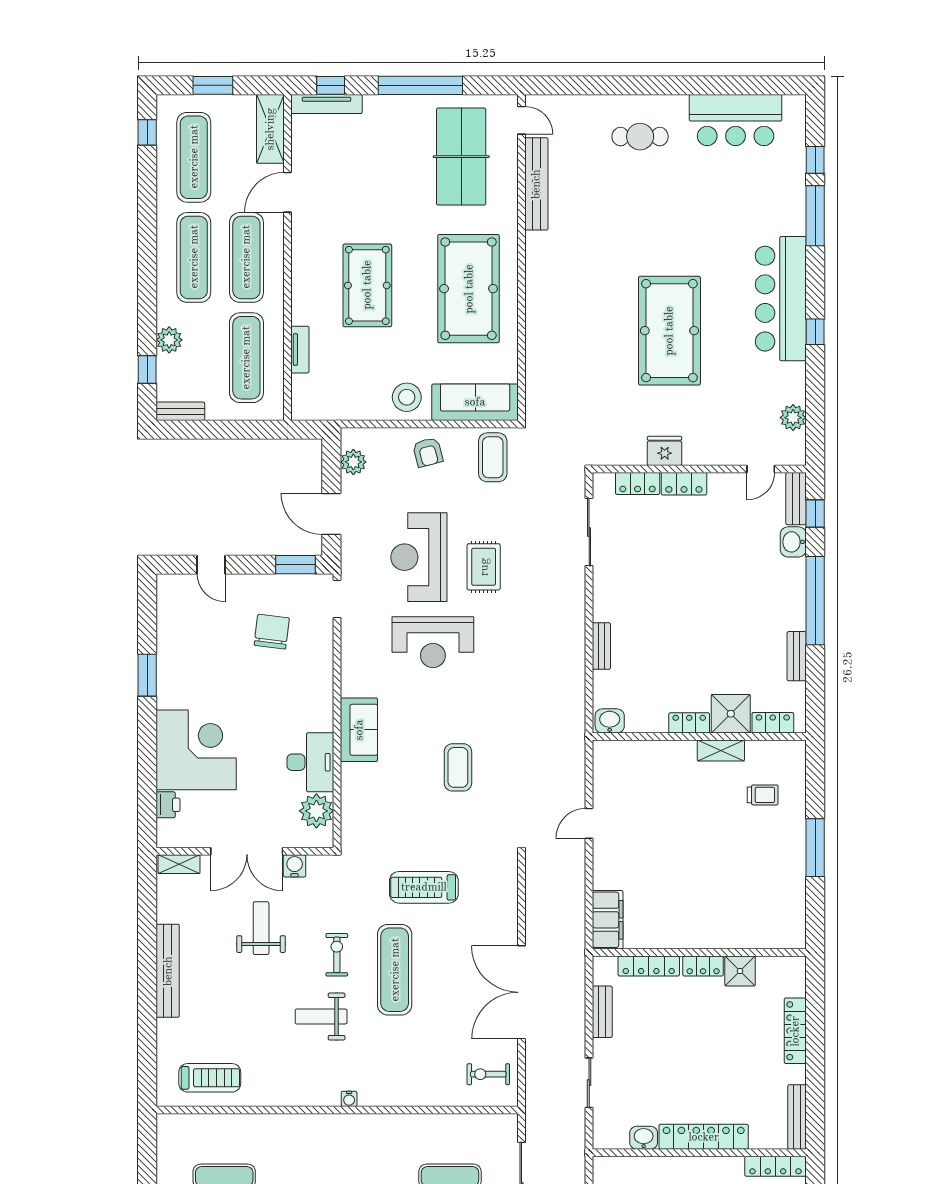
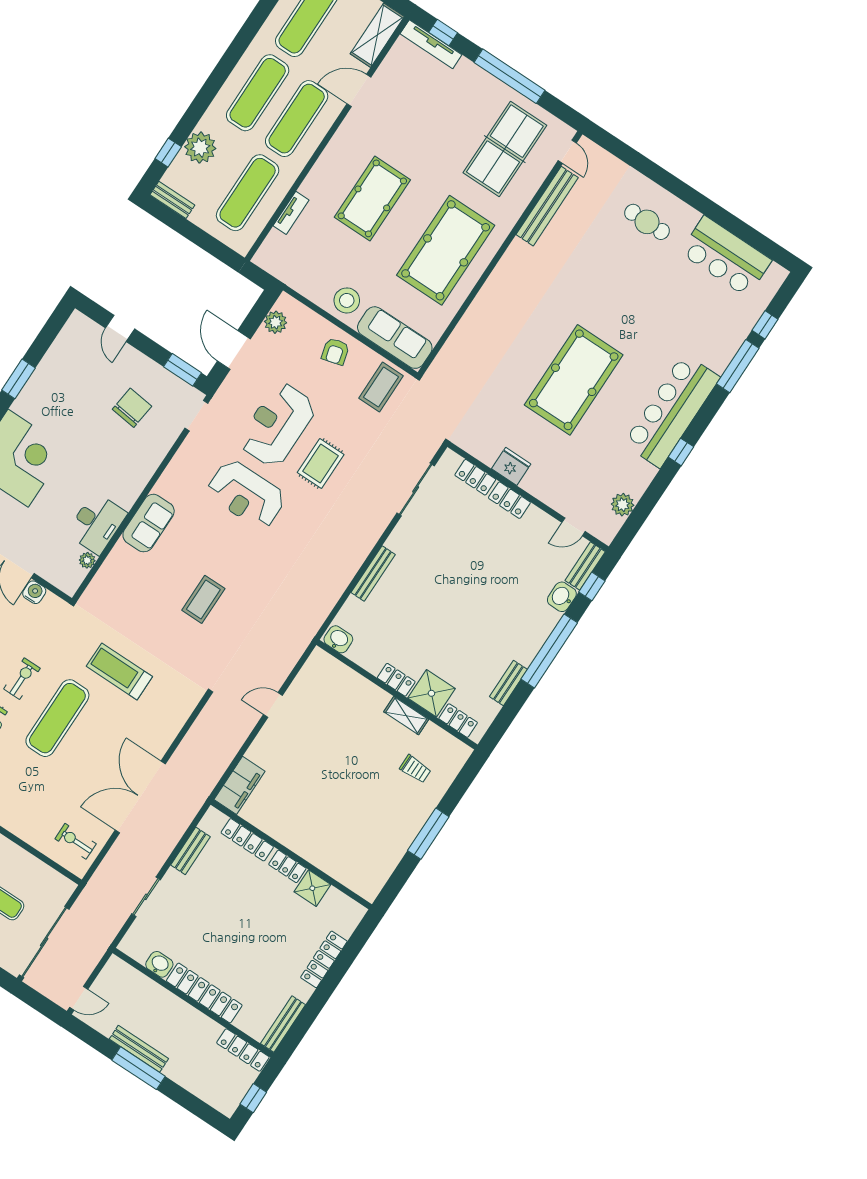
plant: (169, 340) -> (200, 148), width x1.36, depth x1.36
bench: (601, 646) -> (373, 574), width x1.36
plant: (316, 811) -> (87, 560), width x0.53, depth x0.53

